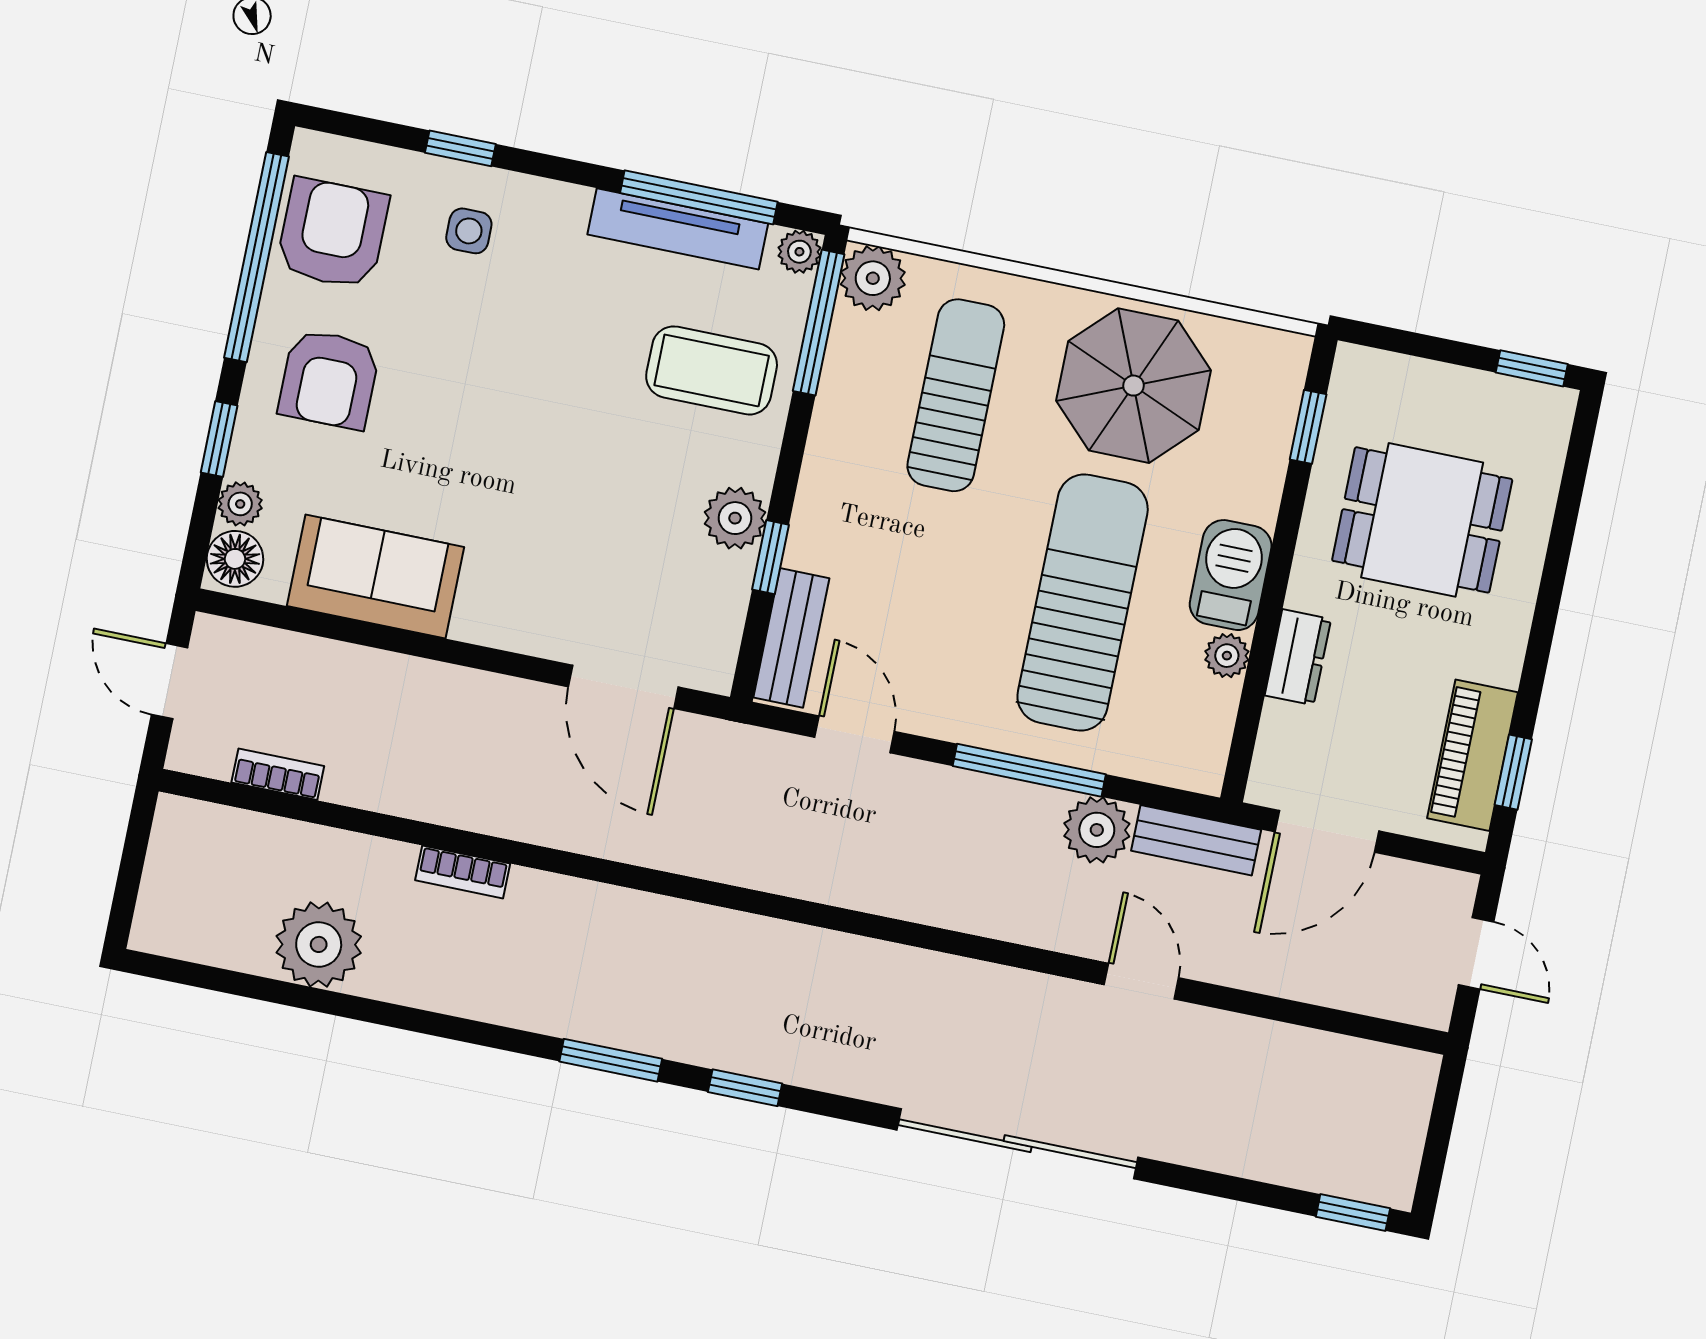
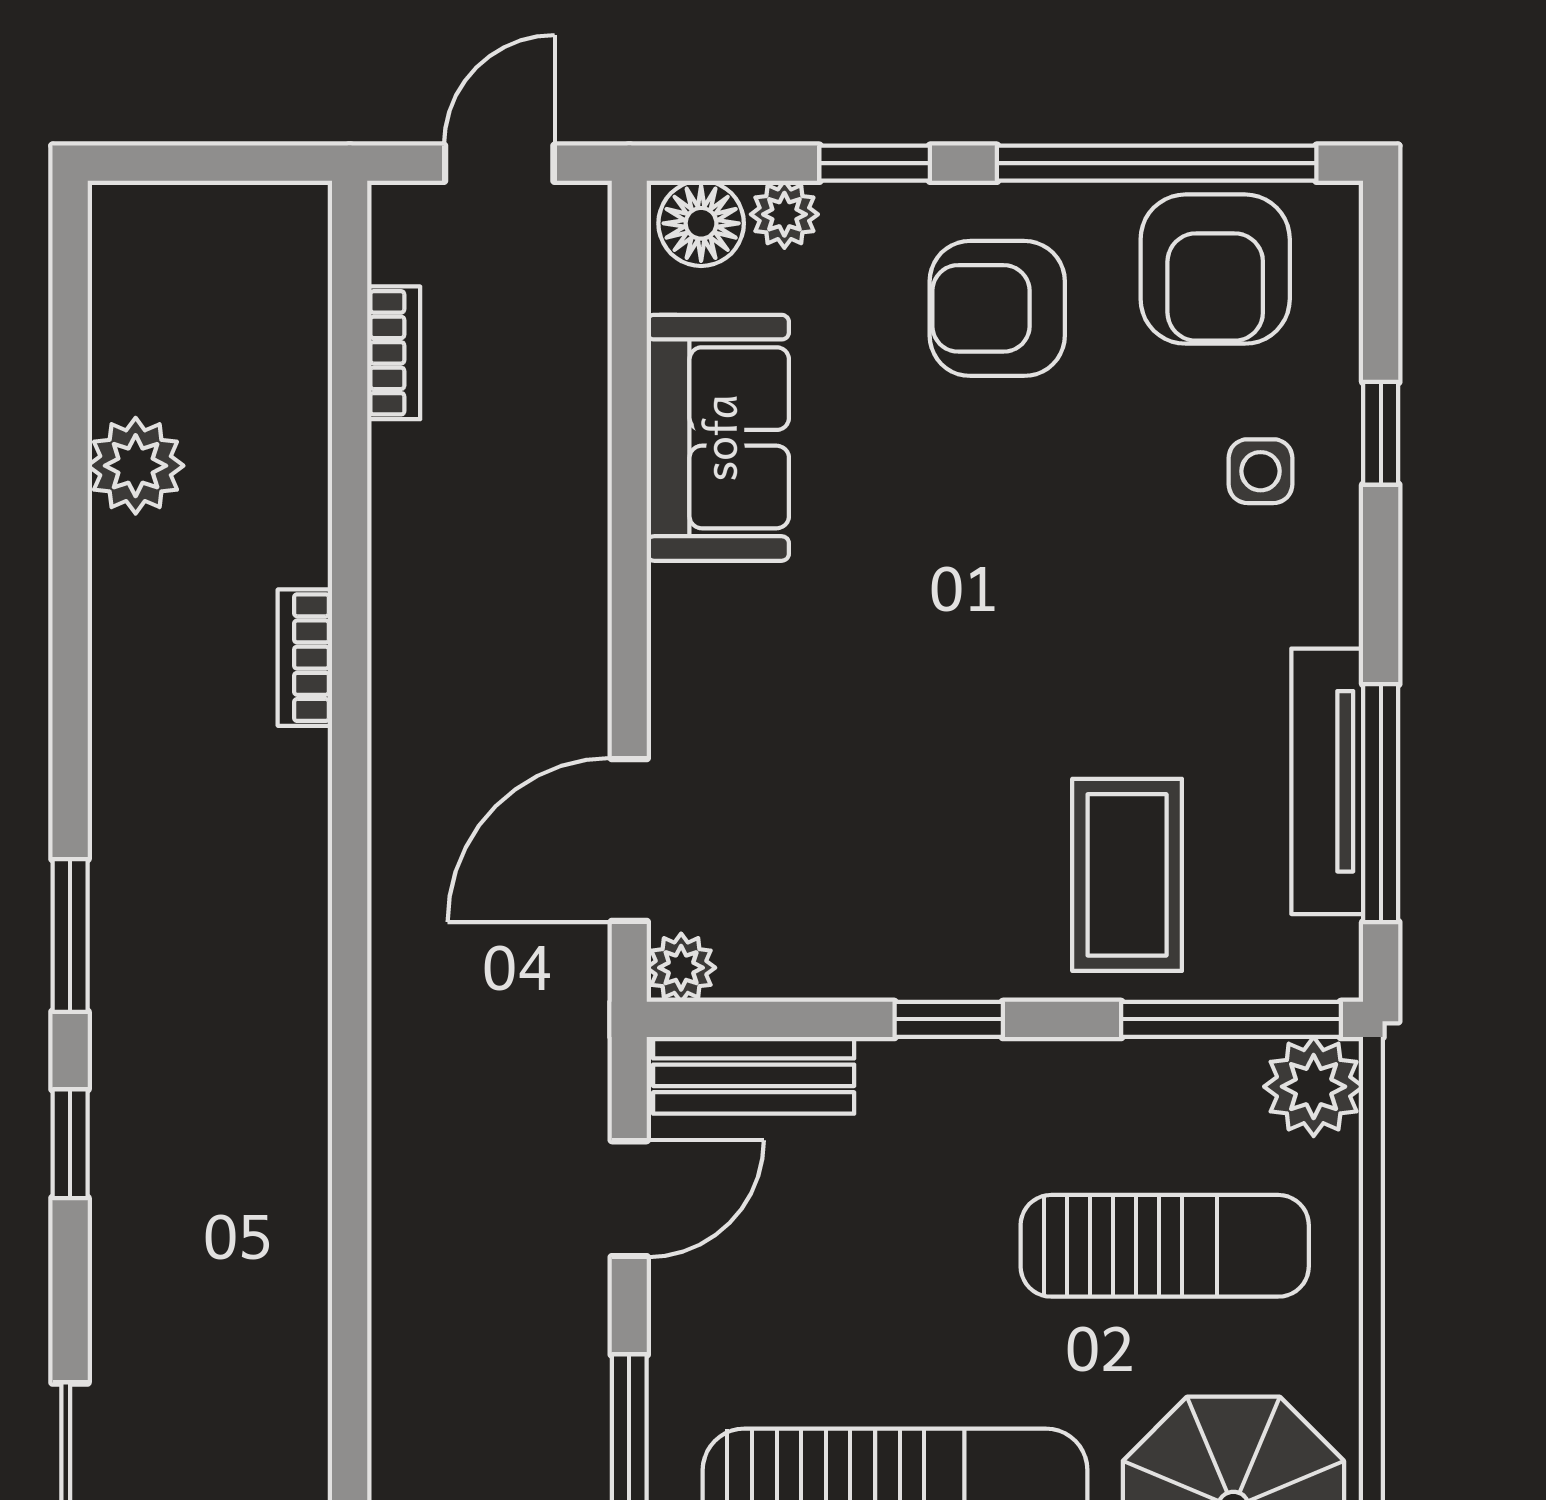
armchair: (333, 233) -> (1215, 269), turned 90
plant: (799, 252) -> (1331, 969), removed
plant: (735, 518) -> (681, 968), moved, width x0.73, depth x0.73
window: (770, 557) -> (949, 1019), moved
plant: (319, 944) -> (136, 466), width x0.73, depth x0.73

